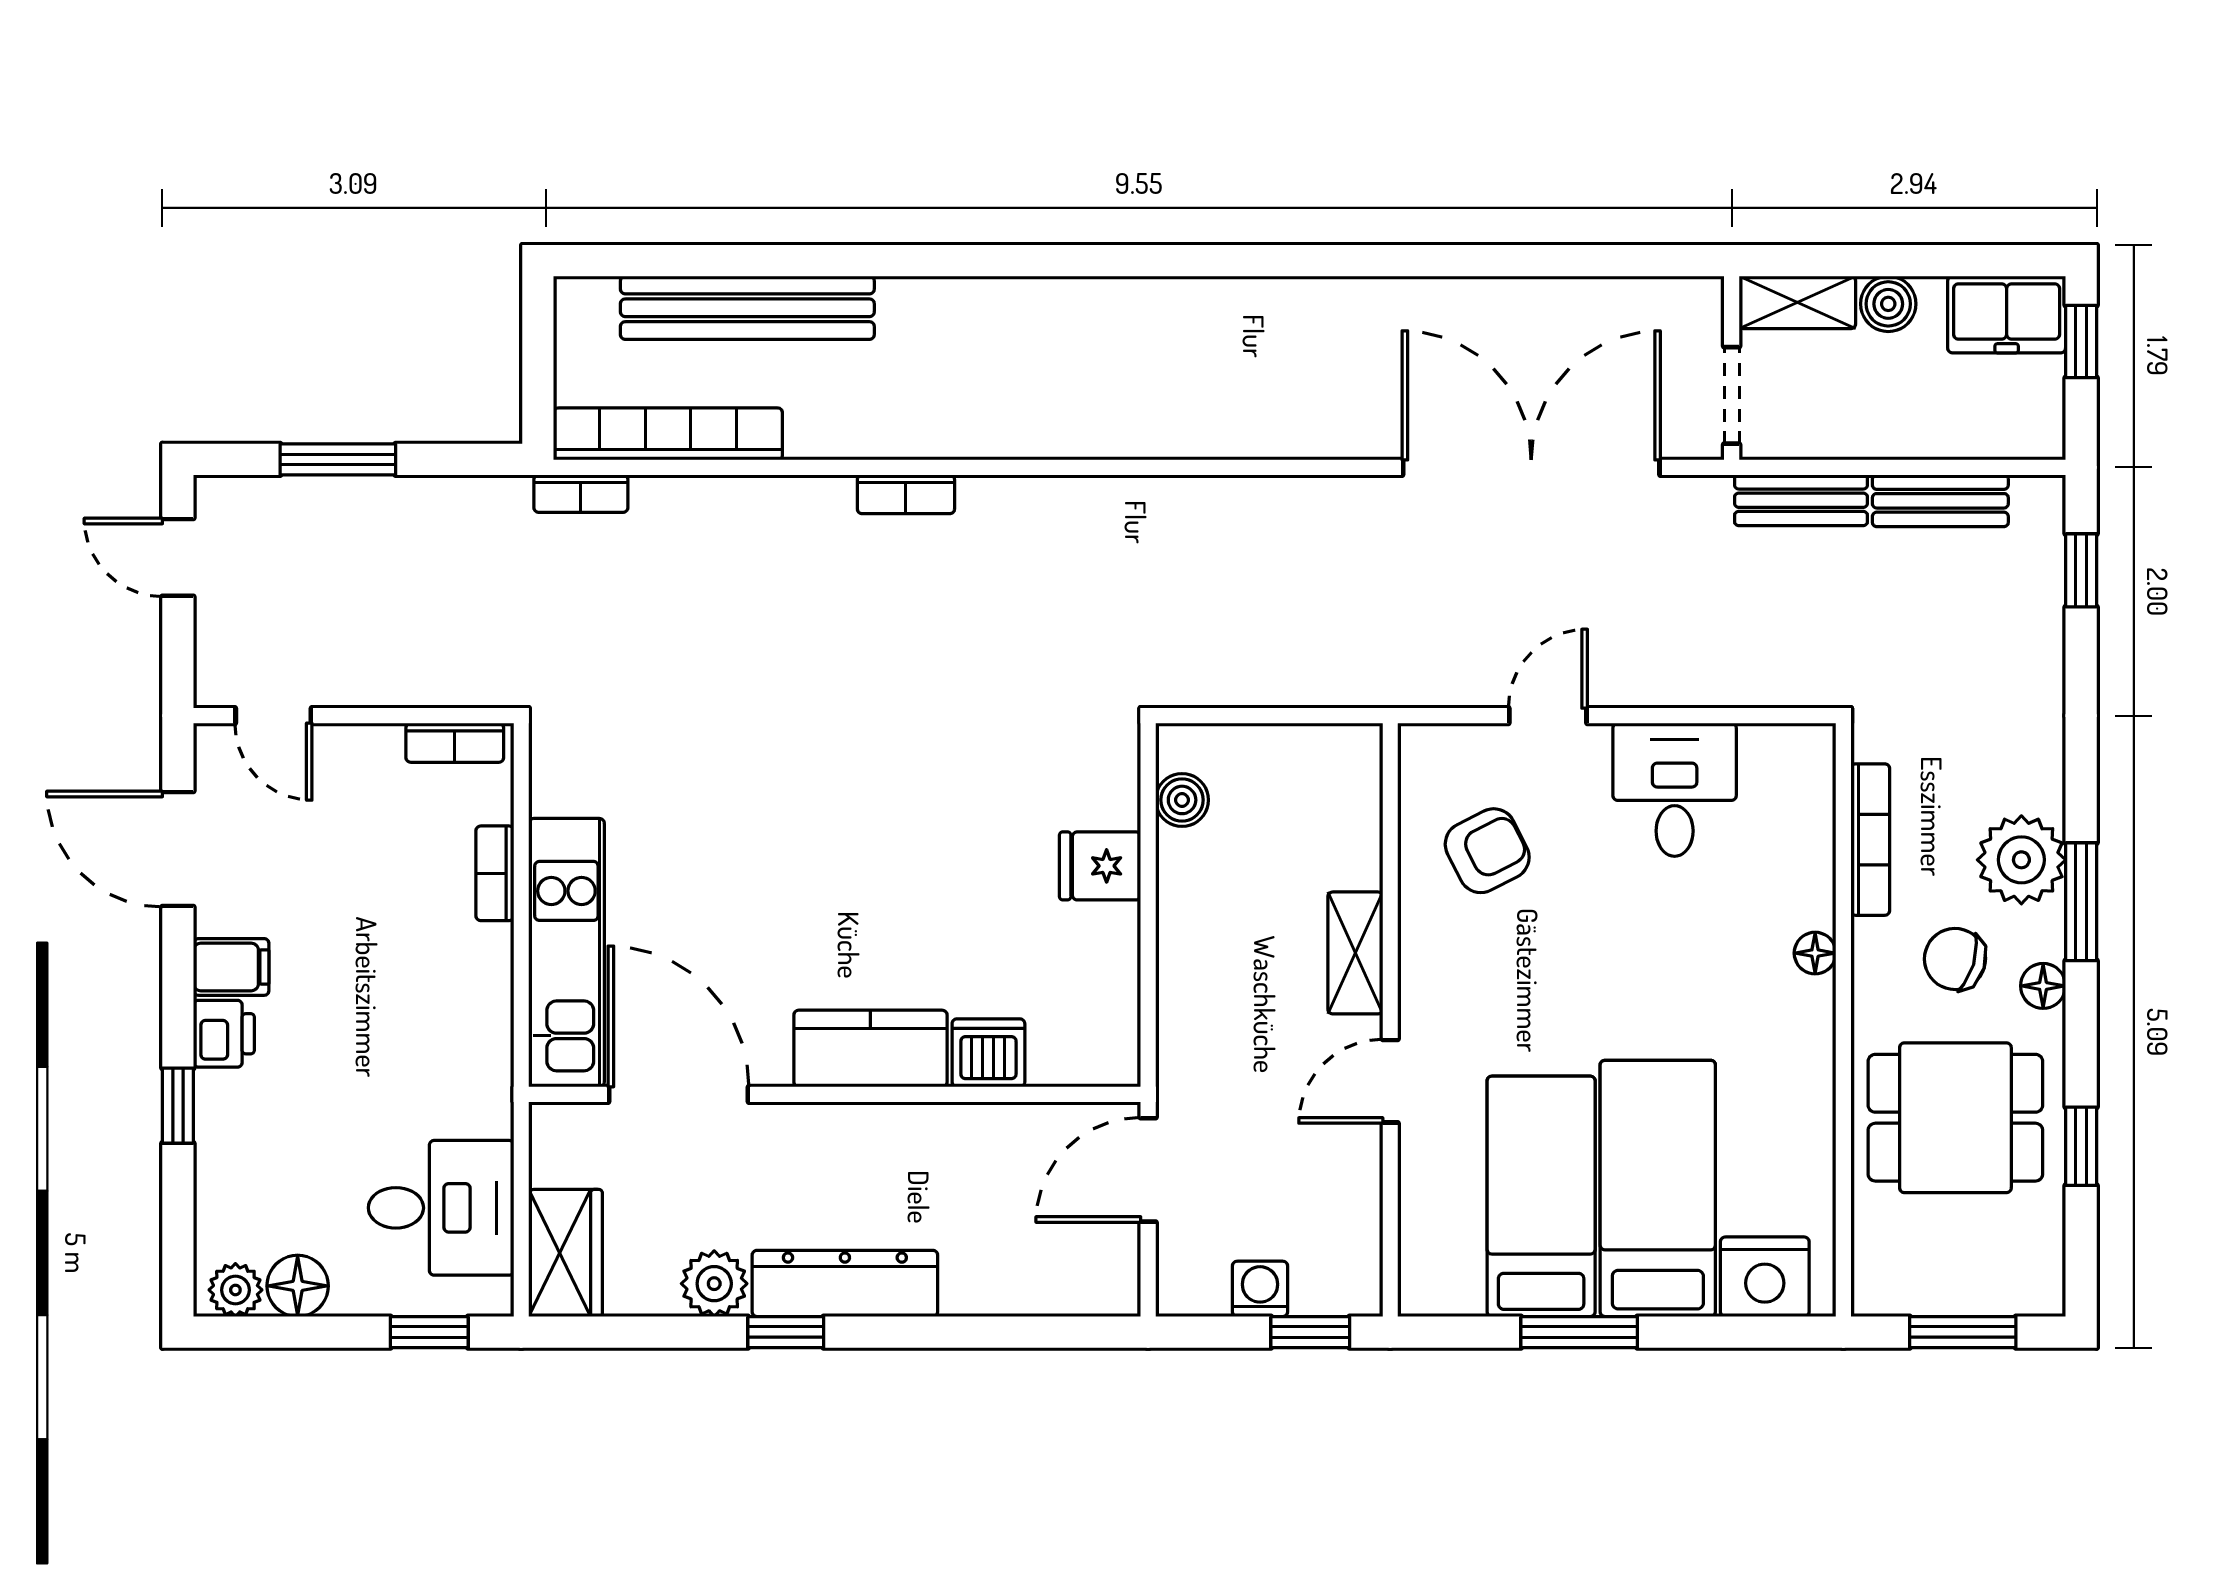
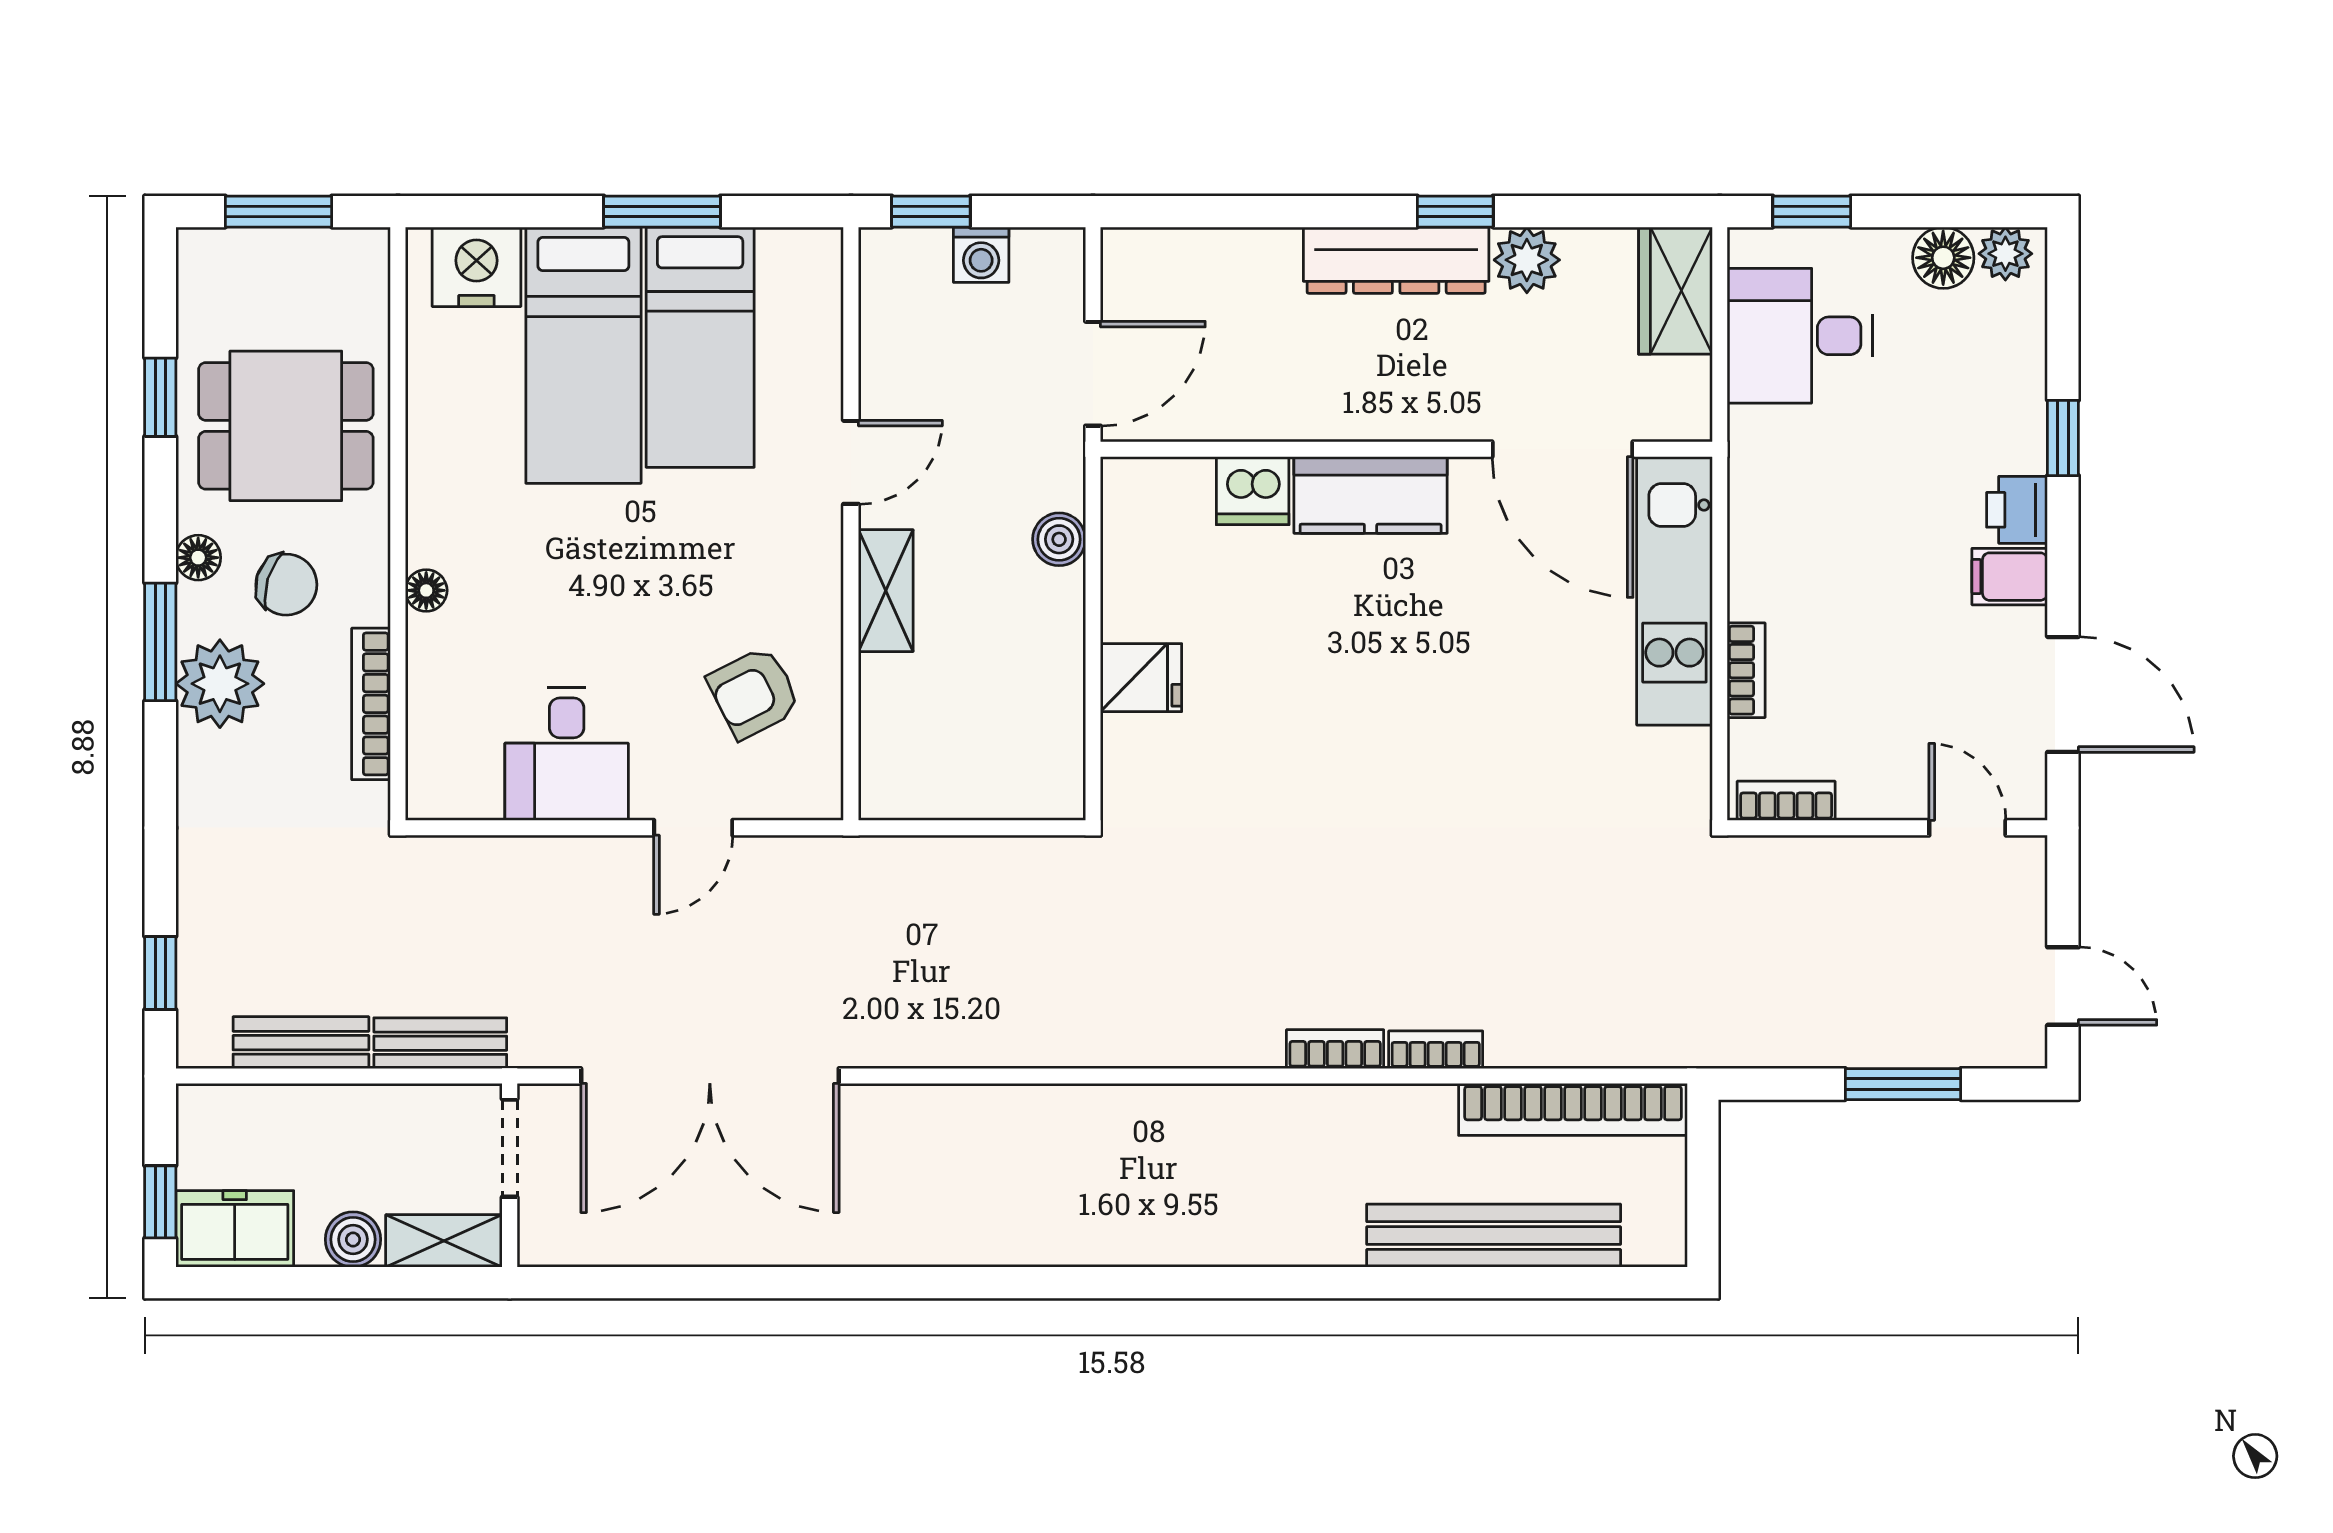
bookcase: (581, 494) -> (1436, 1050), moved
boiler: (1182, 800) -> (1059, 539), moved

